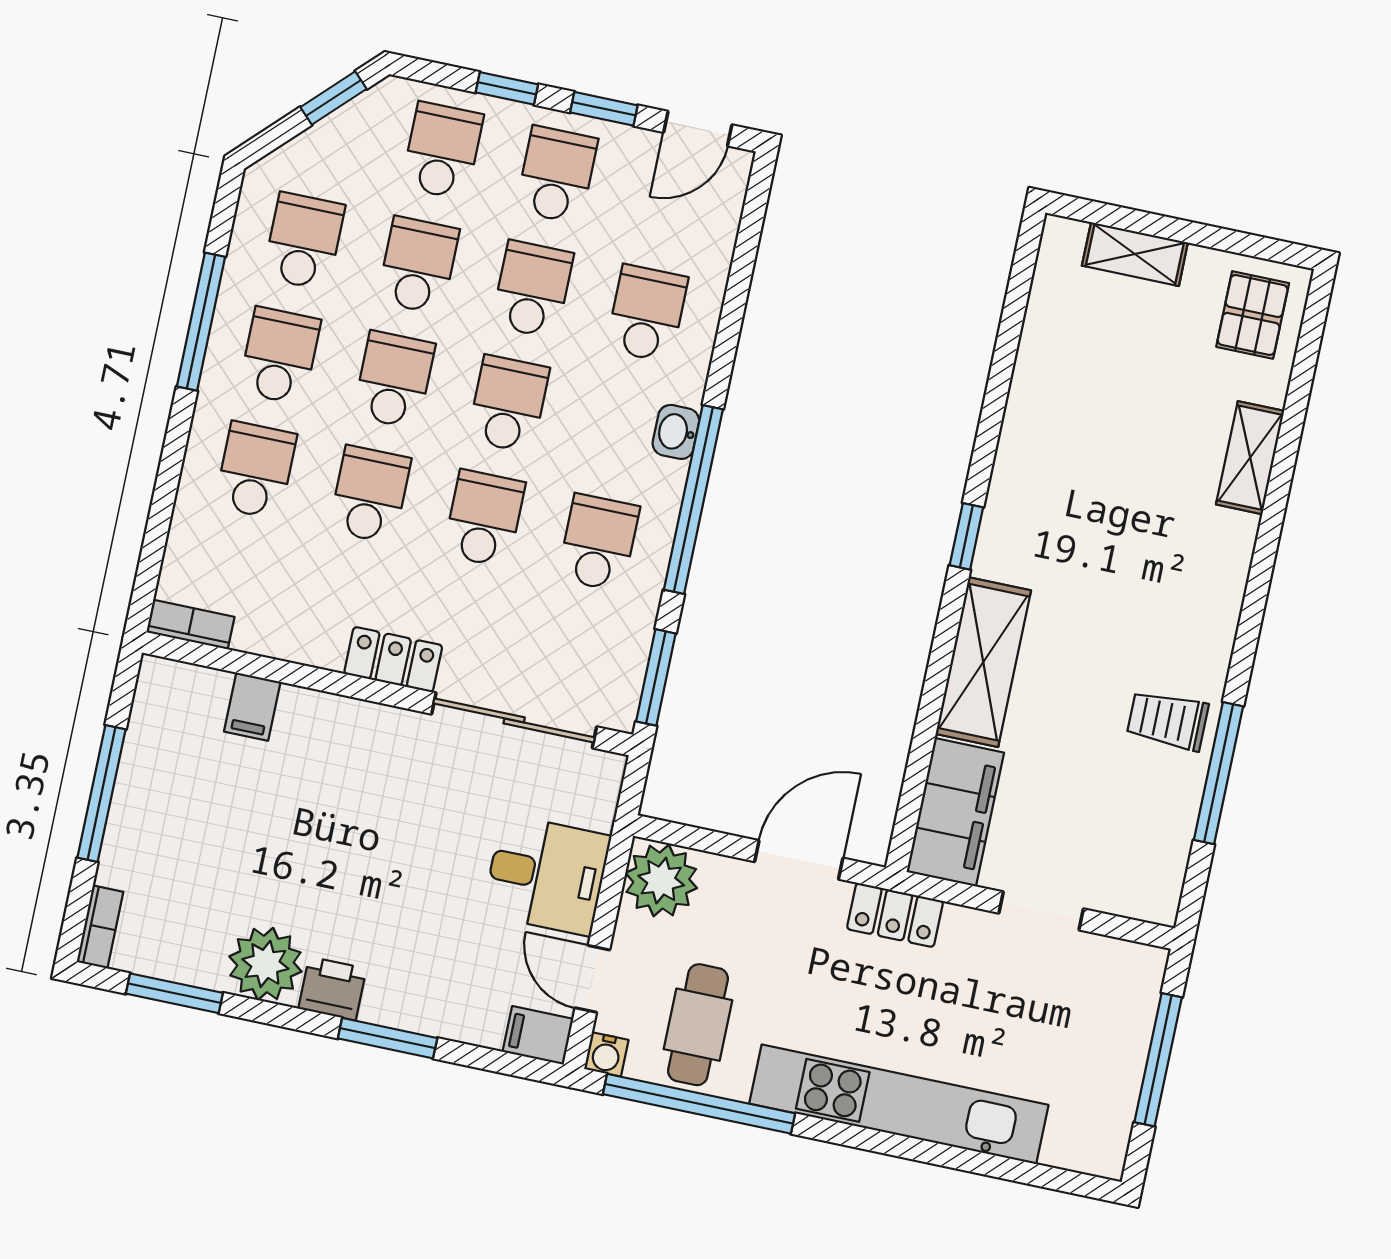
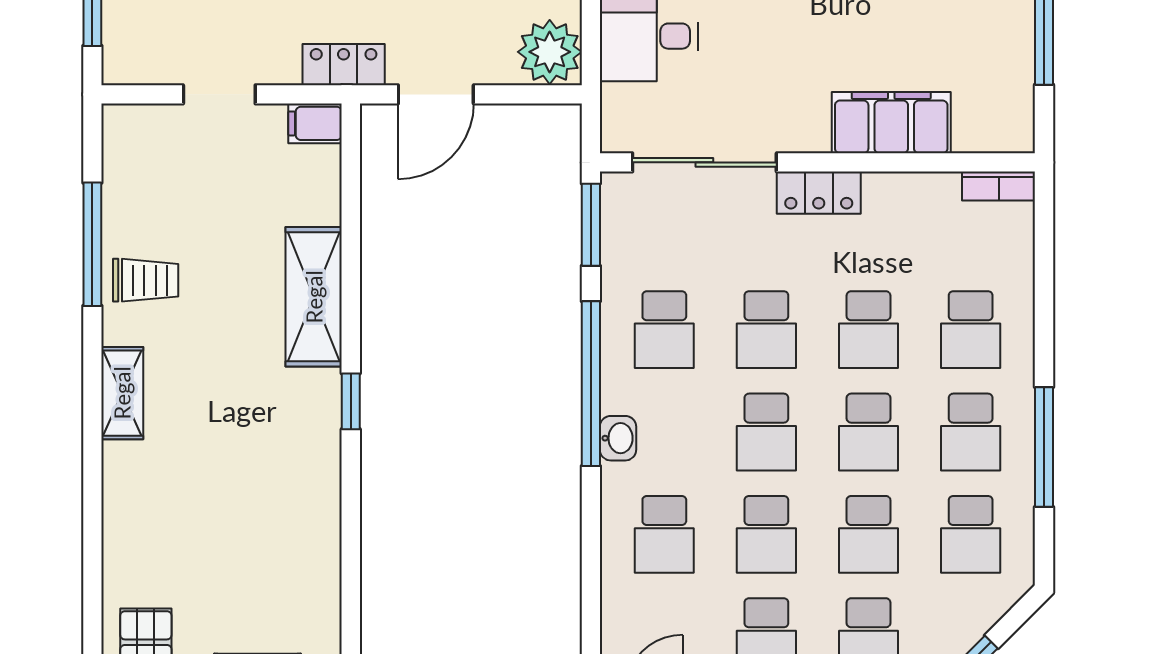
shelving: (1250, 458) -> (122, 393), moved
filing cabinet: (252, 707) -> (891, 123), width x3.00, depth x1.17
filing cabinet: (955, 812) -> (315, 123), width x0.33, depth x0.86

